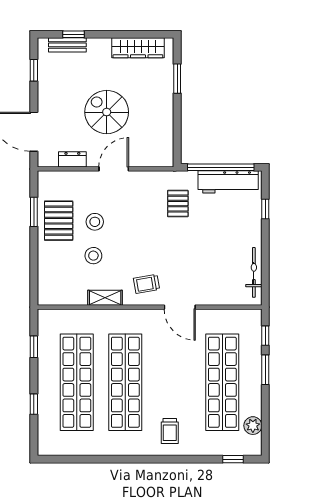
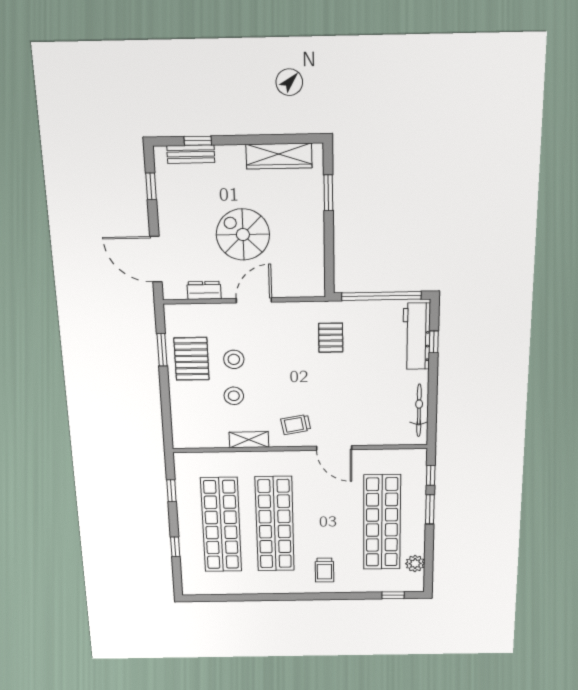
workbench: (228, 182) -> (416, 336), moved, turned 90

